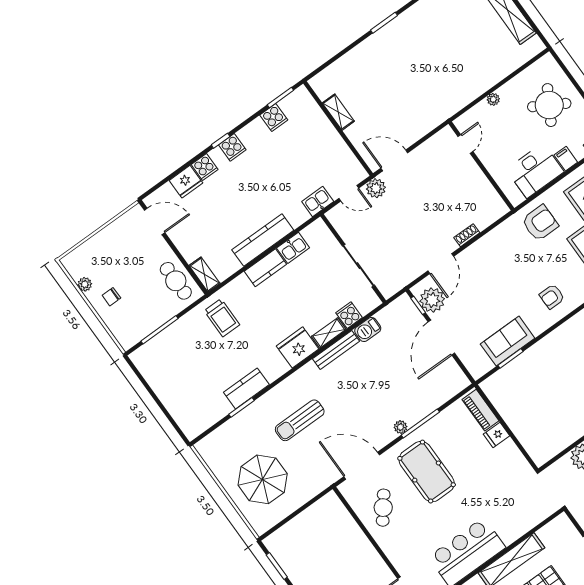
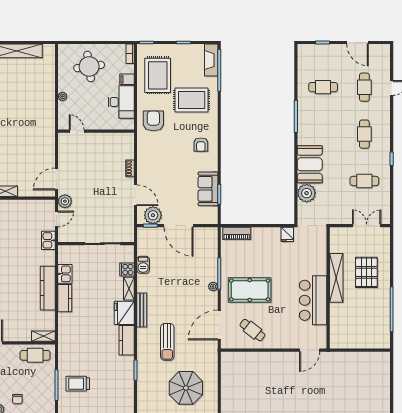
round table: (549, 105) -> (89, 66), turned -38
trolley: (222, 318) -> (78, 384), moved, turned 180
bench: (336, 350) -> (142, 310), moved
kitchen counter: (246, 388) -> (127, 340), moved
fridge: (497, 435) -> (287, 234), moved

